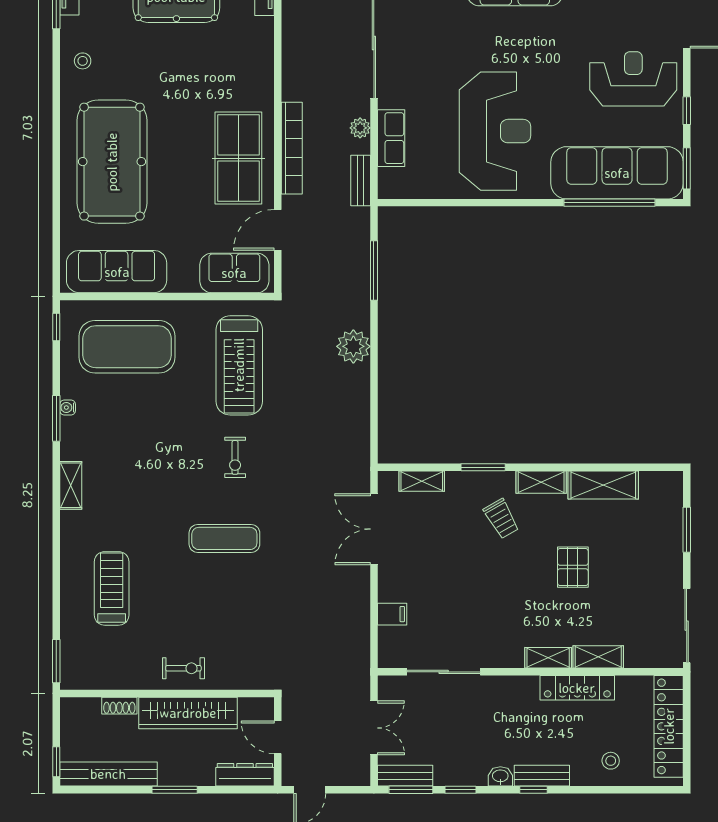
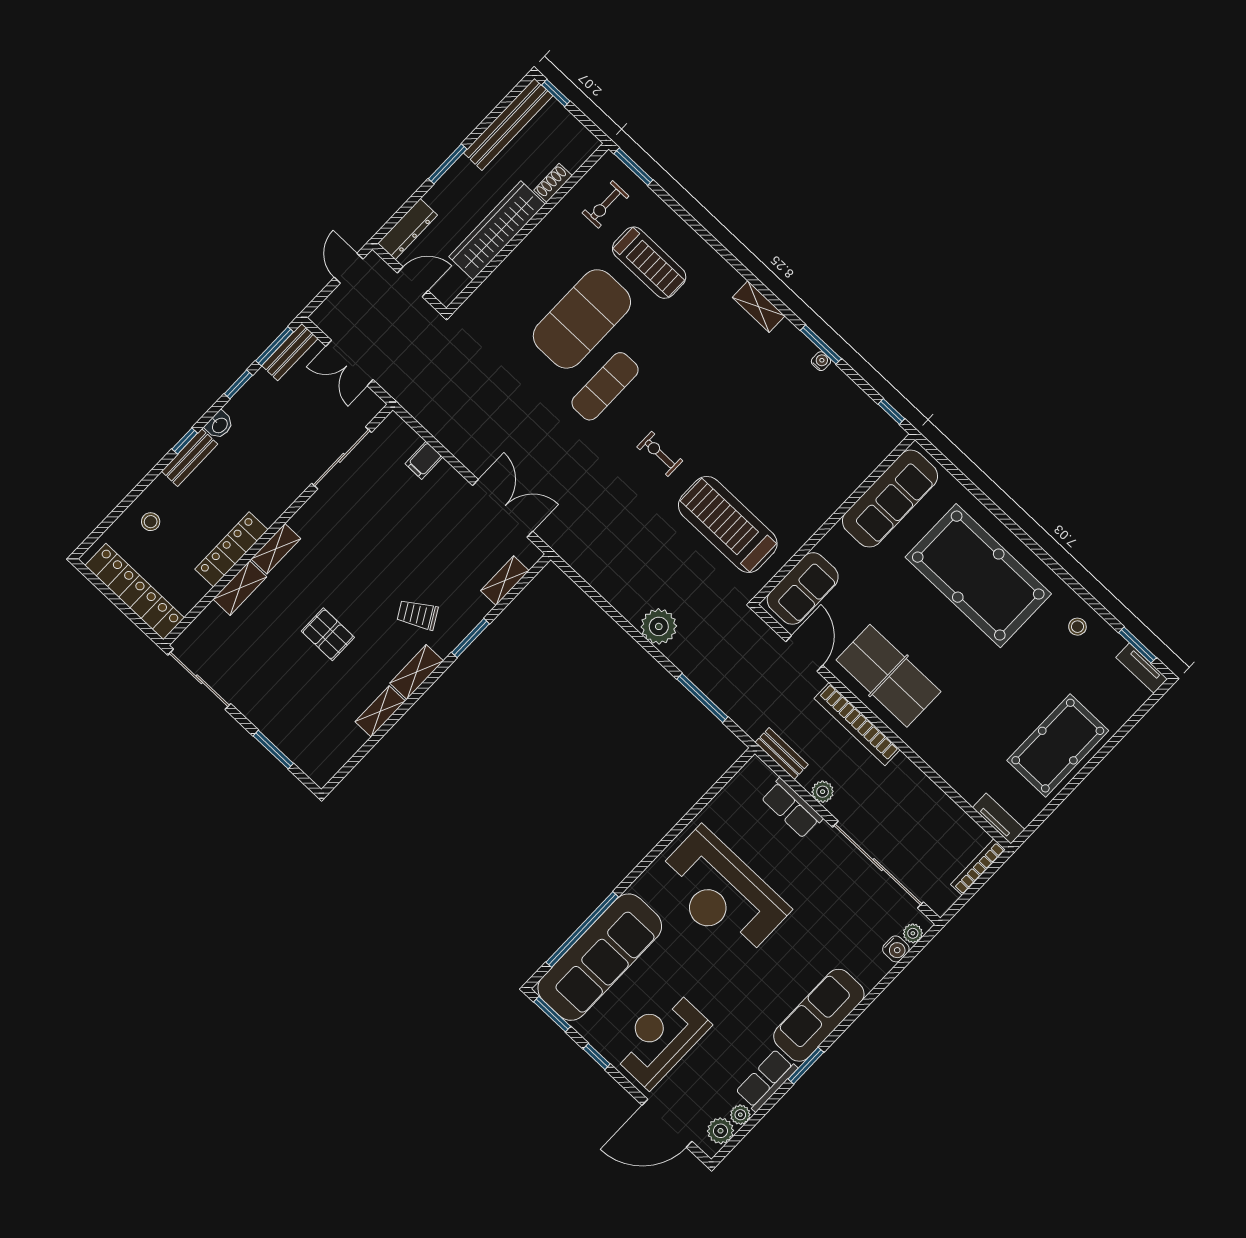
reception desk: (633, 79) -> (660, 1038), turned 180
exercise mat: (127, 347) -> (582, 319), moved
shelving: (603, 485) -> (380, 711), width x0.67, depth x0.75
exercise bike: (183, 668) -> (605, 204), moved

